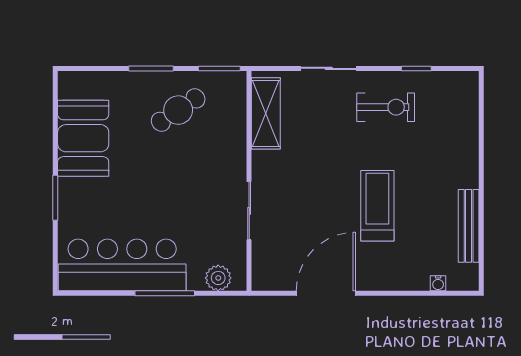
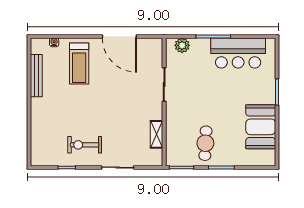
cafe table: (178, 110) -> (205, 143), turned -53
shelving: (266, 113) -> (156, 134), width x0.67, depth x0.75
treadmill: (377, 206) -> (79, 64), moved
bar counter: (122, 265) -> (238, 53), width x0.73
door: (326, 293) -> (119, 36), hinge flipped

